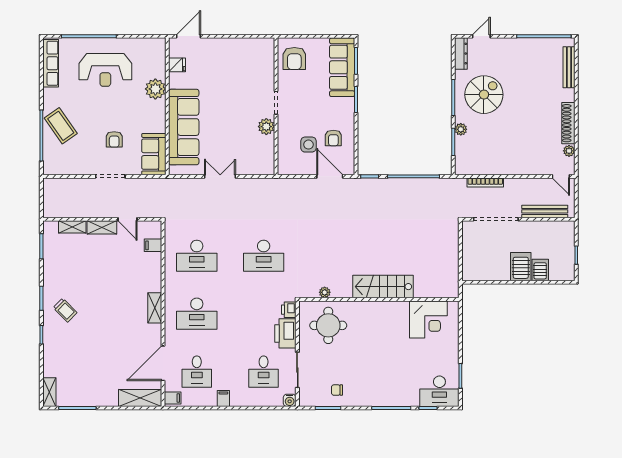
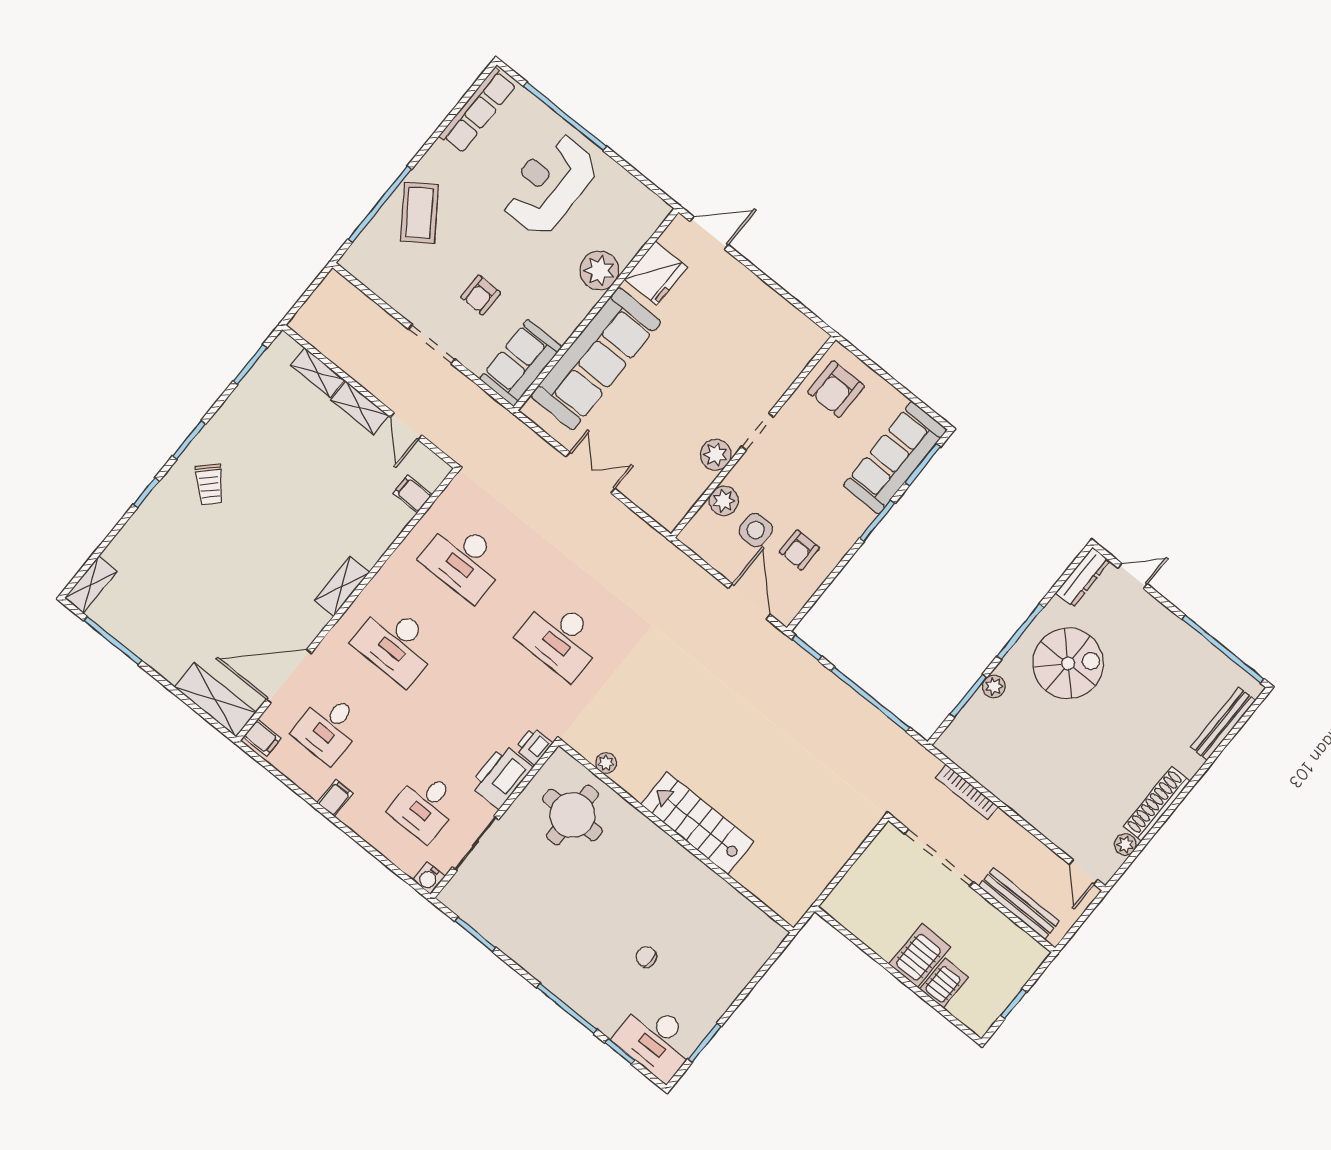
fridge: (177, 65) -> (656, 273), width x1.88, depth x1.34
reception desk: (105, 70) -> (549, 184), turned 90
plant: (285, 143) -> (724, 501), added
corner desk: (428, 320) -> (724, 924), removed
chair: (337, 390) -> (646, 957), moved

